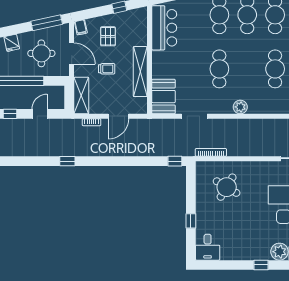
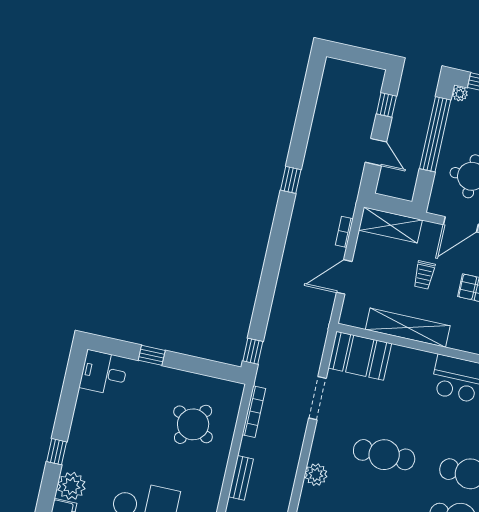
door: (118, 116) -> (344, 277), hinge flipped
bench: (252, 151) -> (241, 478), added

